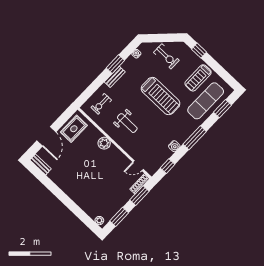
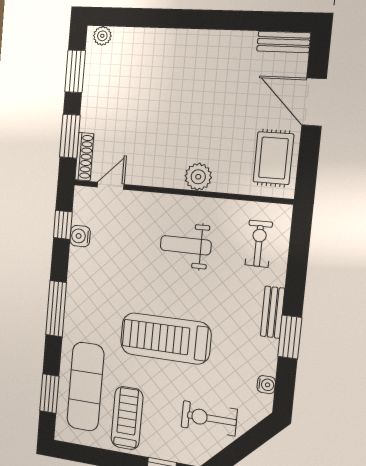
water cooler: (174, 146) -> (80, 236), moved

